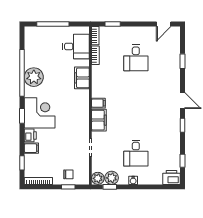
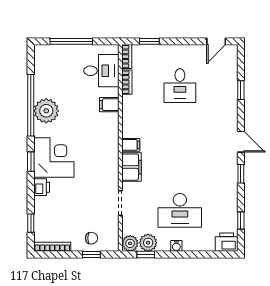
filing cabinet: (82, 78) -> (109, 105), width x0.50
filing cabinet: (31, 148) -> (43, 204), removed
desk: (136, 153) -> (180, 210), width x1.37

